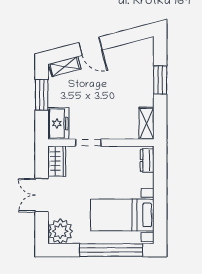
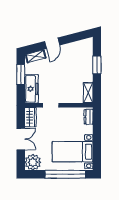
door: (91, 46) -> (52, 43), hinge flipped
freezer: (58, 123) -> (31, 89), width x1.40
double door: (42, 195) -> (21, 139), swing flipped

